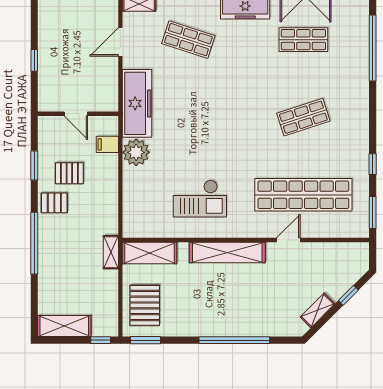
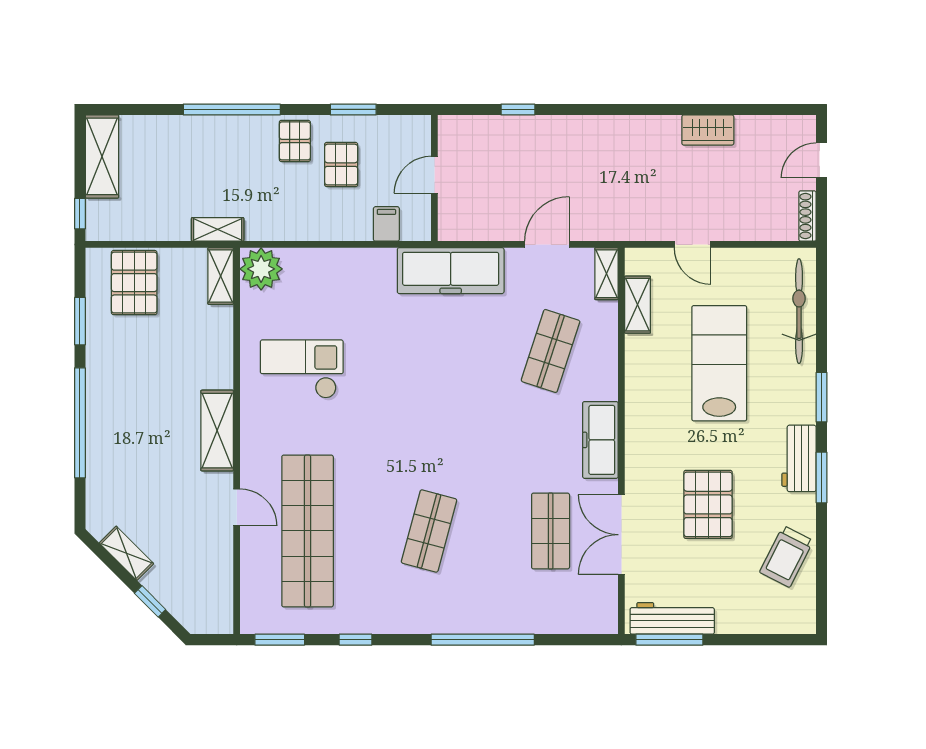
door: (120, 42) -> (547, 244), hinge flipped
window: (373, 48) -> (483, 640), moved
shop shelf: (303, 117) -> (429, 531), turned 33
plant: (136, 152) -> (261, 269), moved
checkout: (200, 198) -> (302, 369), turned 90
shelving: (227, 252) -> (217, 431), width x0.68
shelving: (150, 253) -> (221, 276), width x0.67, depth x0.75
pallet: (145, 305) -> (134, 283), turned 90
window: (145, 340) -> (80, 321), moved

